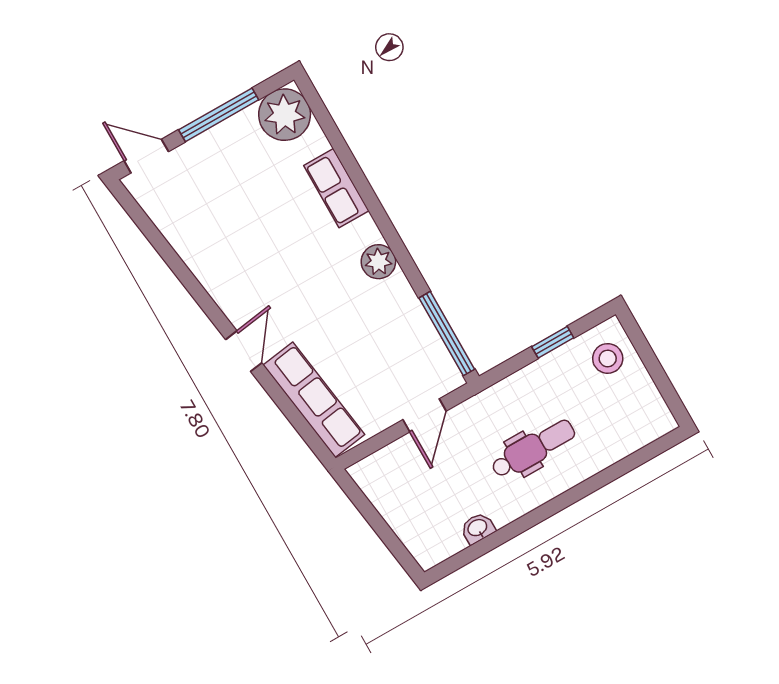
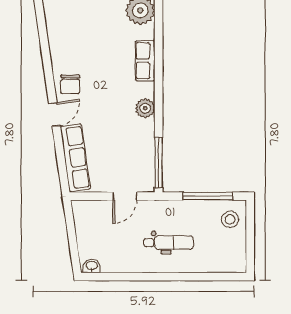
chair: (242, 291) -> (70, 84), added
window: (553, 342) -> (208, 196), width x2.17
washbasin: (478, 528) -> (92, 266), moved

